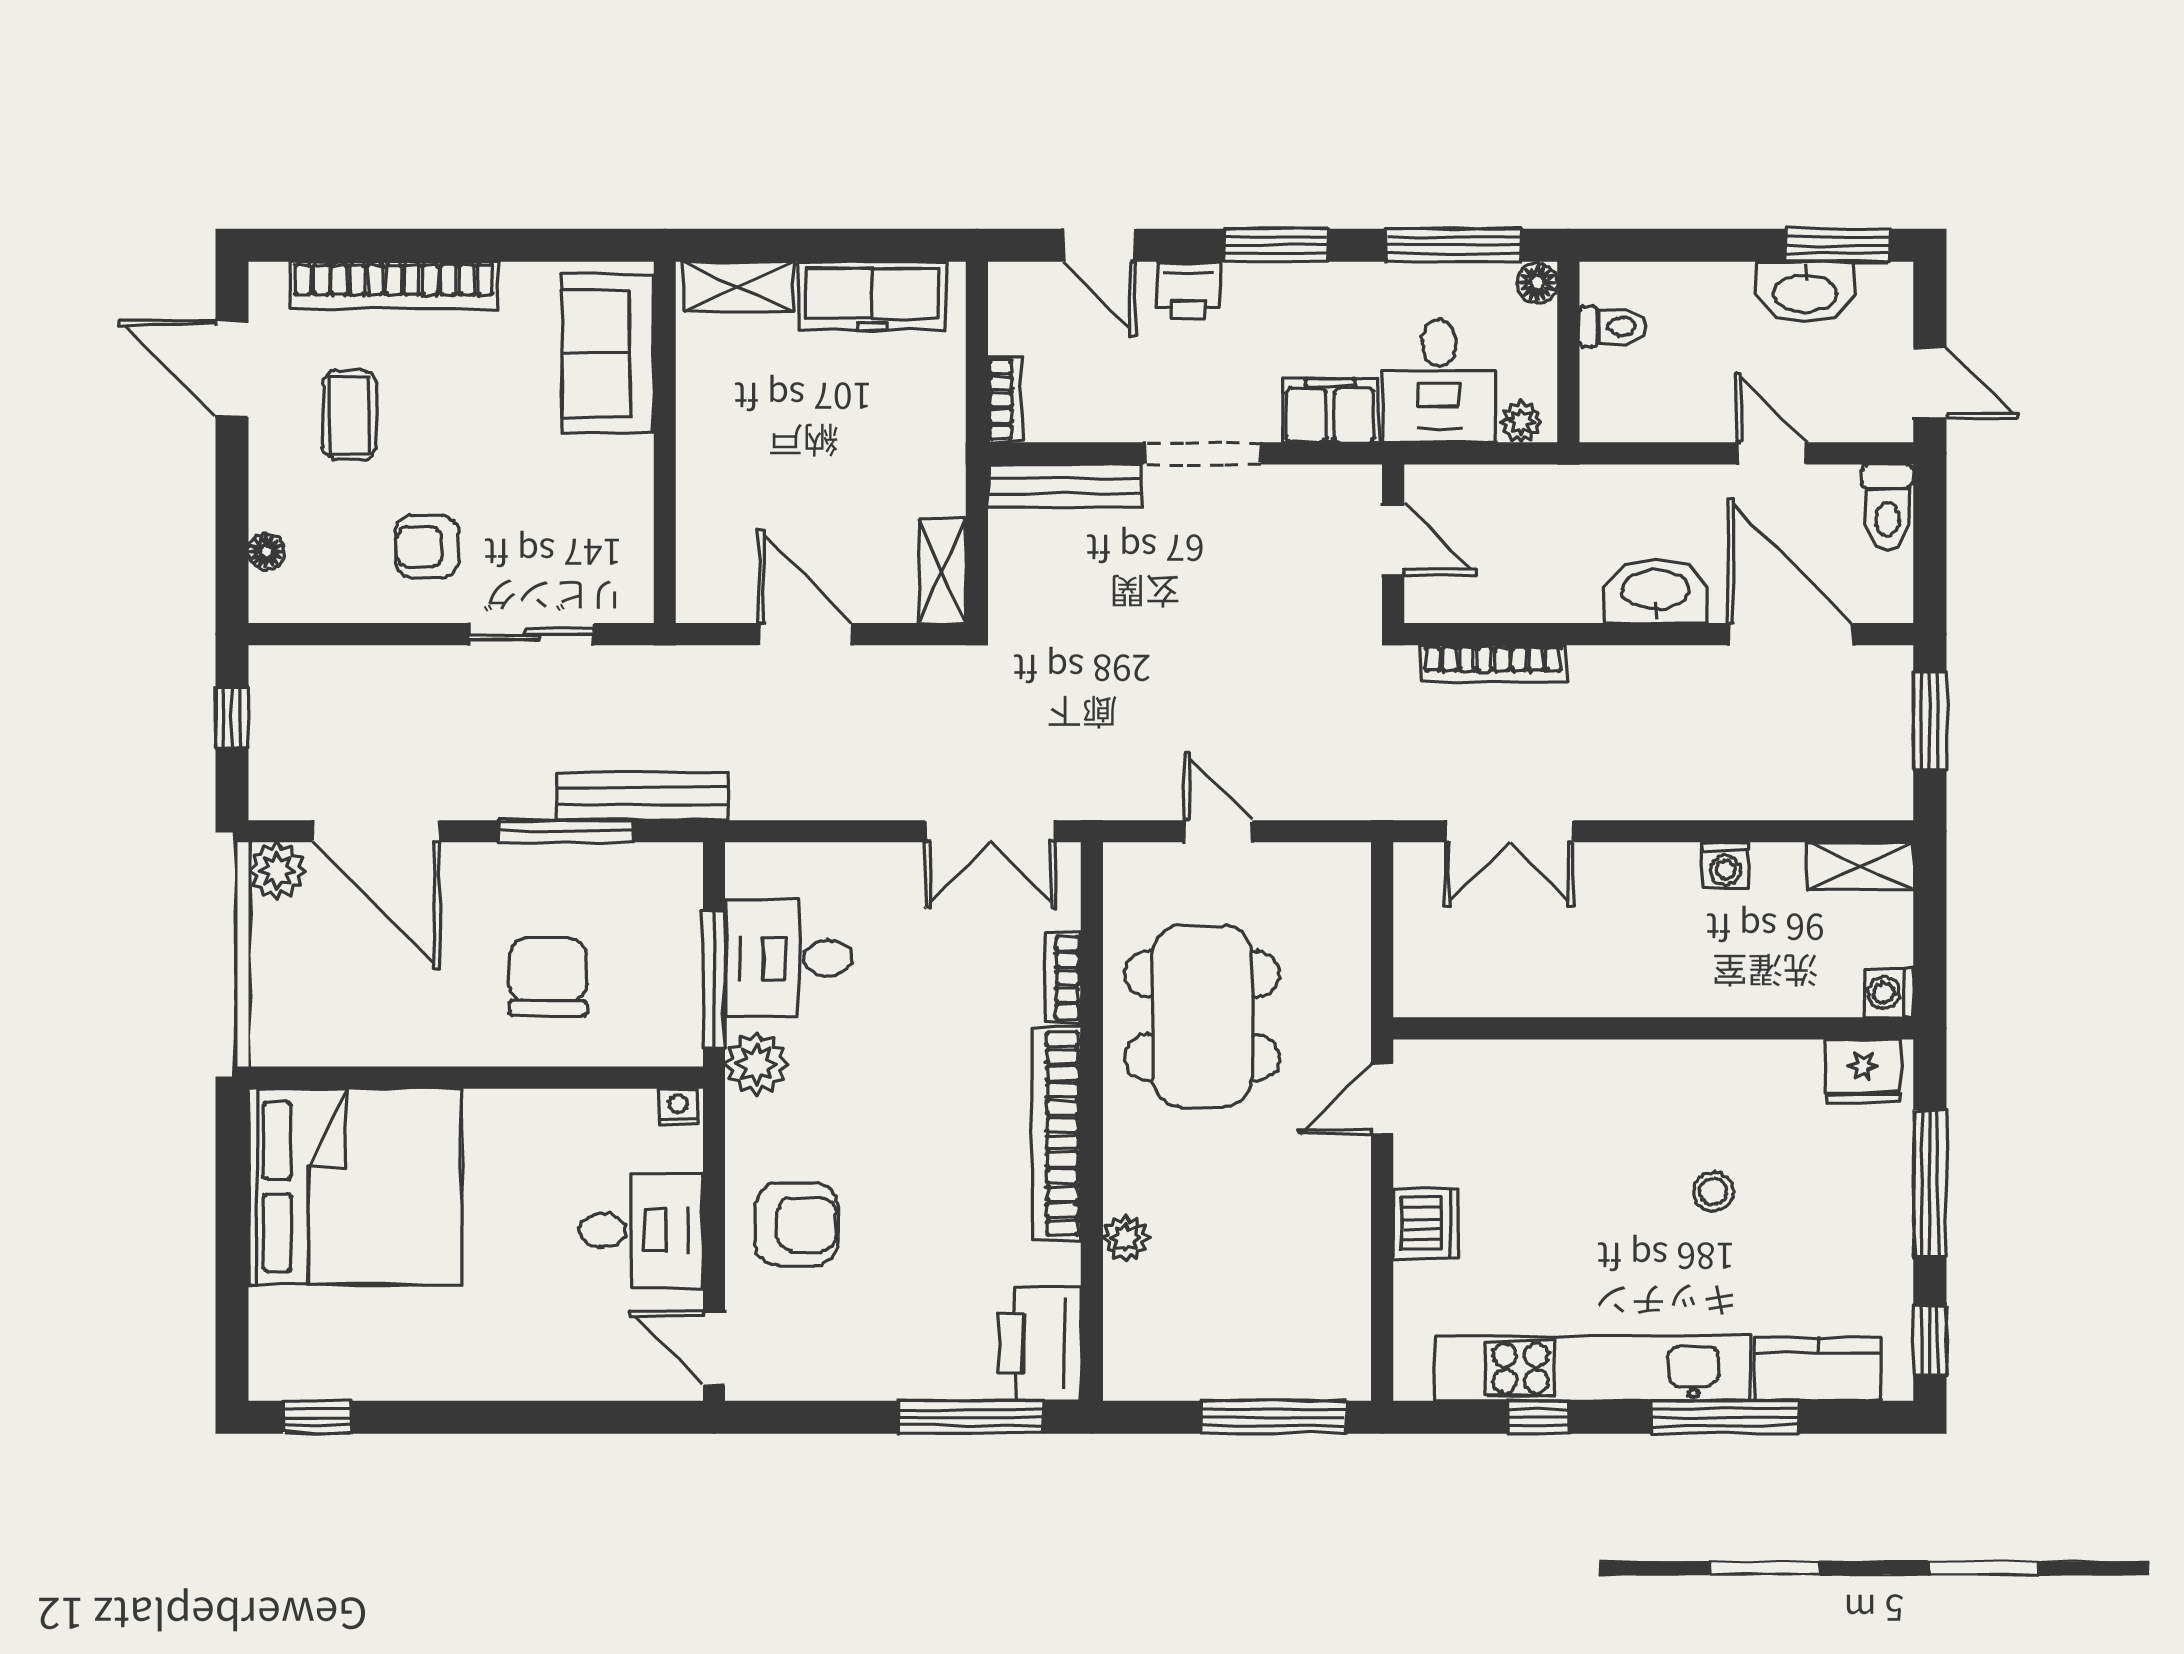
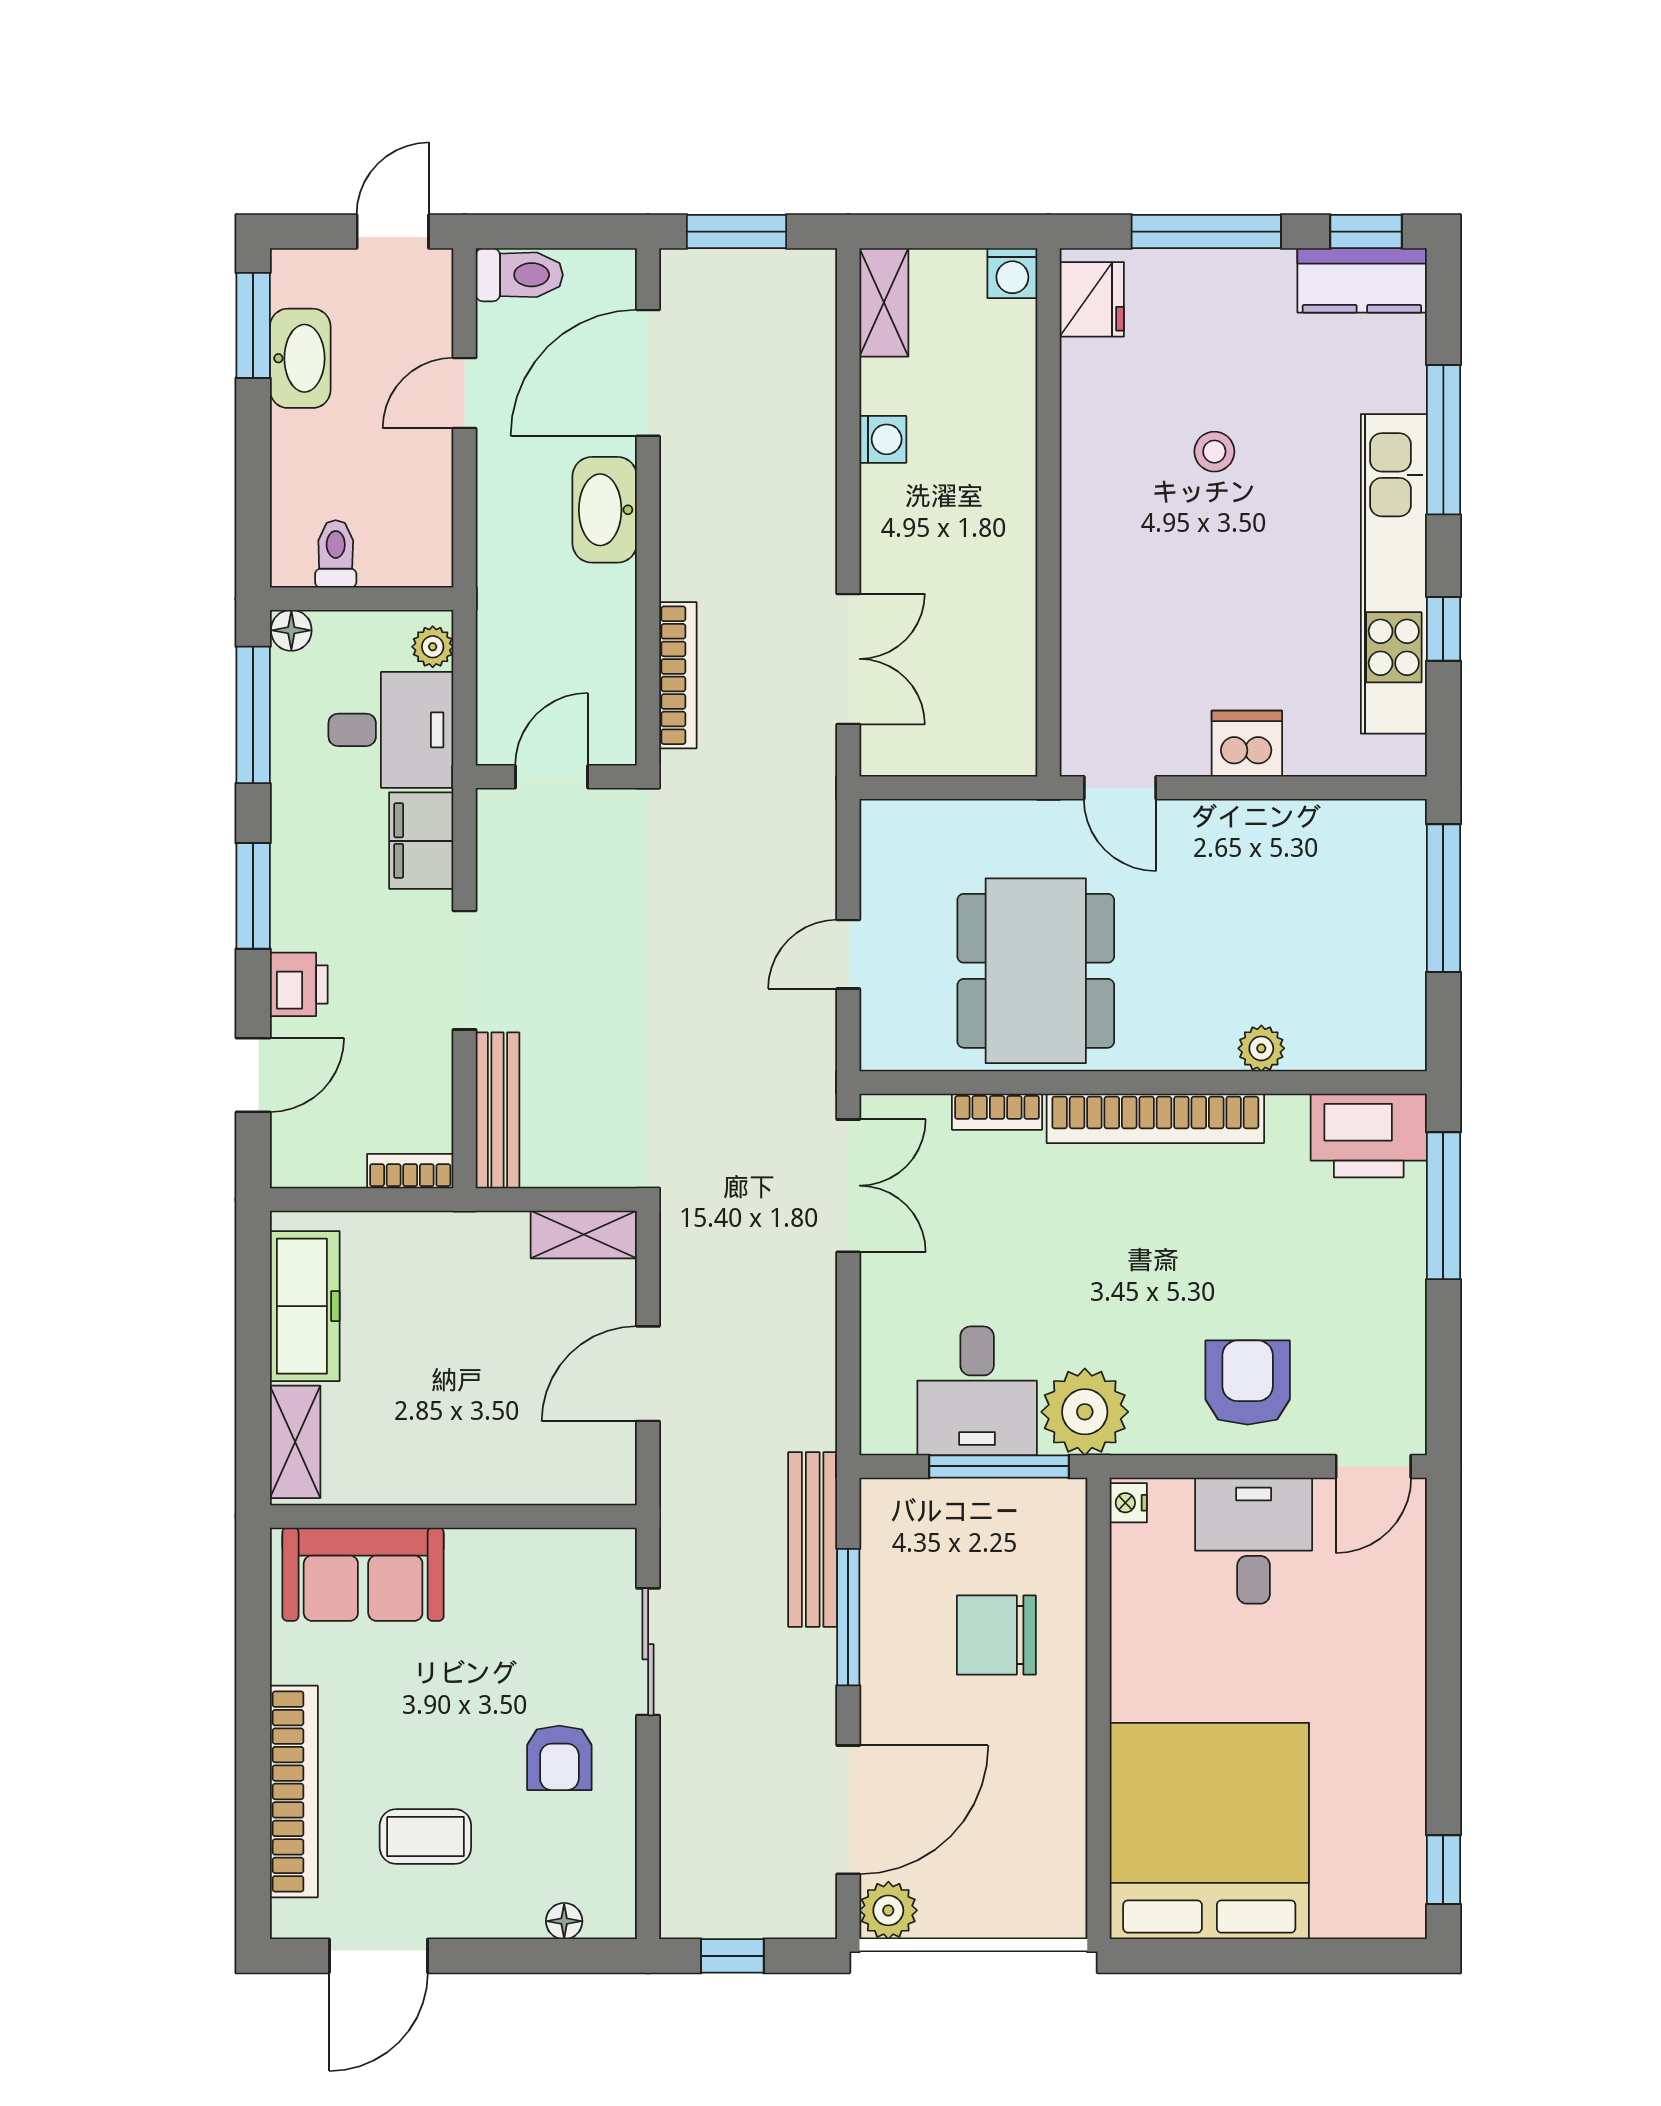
dining table: (1202, 1016) -> (1036, 971), turned 90
plant: (756, 1064) -> (1085, 1412), width x1.36, depth x1.36
kitchen counter: (1818, 1369) -> (1362, 280), moved, turned -90

